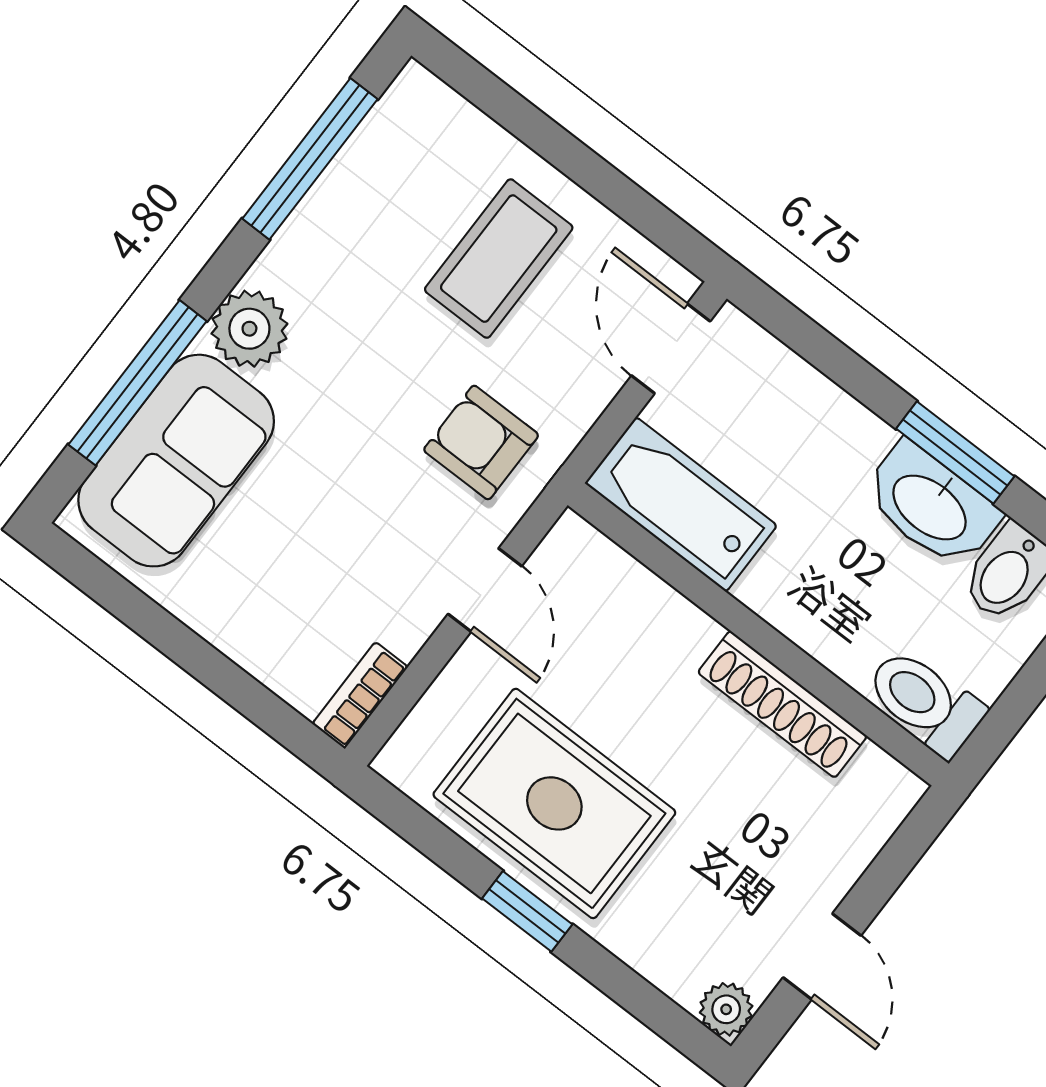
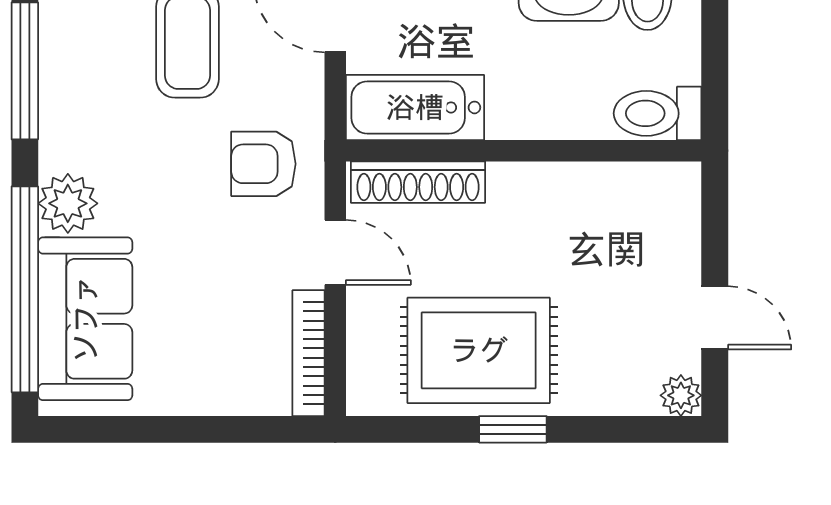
window: (138, 383) -> (25, 289), width x1.46
bookcase: (360, 695) -> (309, 353), width x1.56
shoe rack: (782, 704) -> (418, 182), moved

